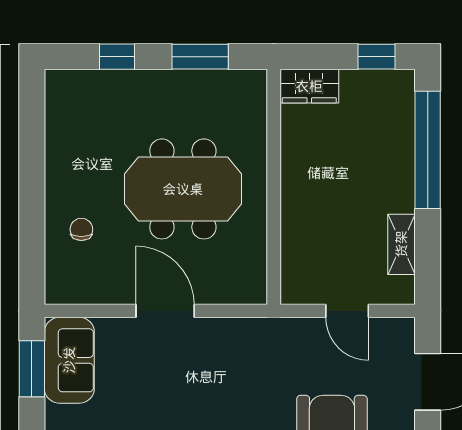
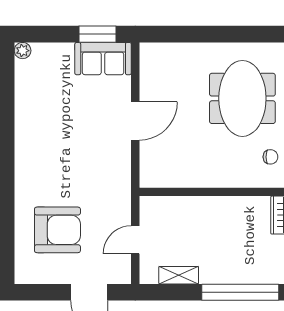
meeting table: (183, 189) -> (242, 98), moved
chair: (81, 229) -> (270, 157), moved

